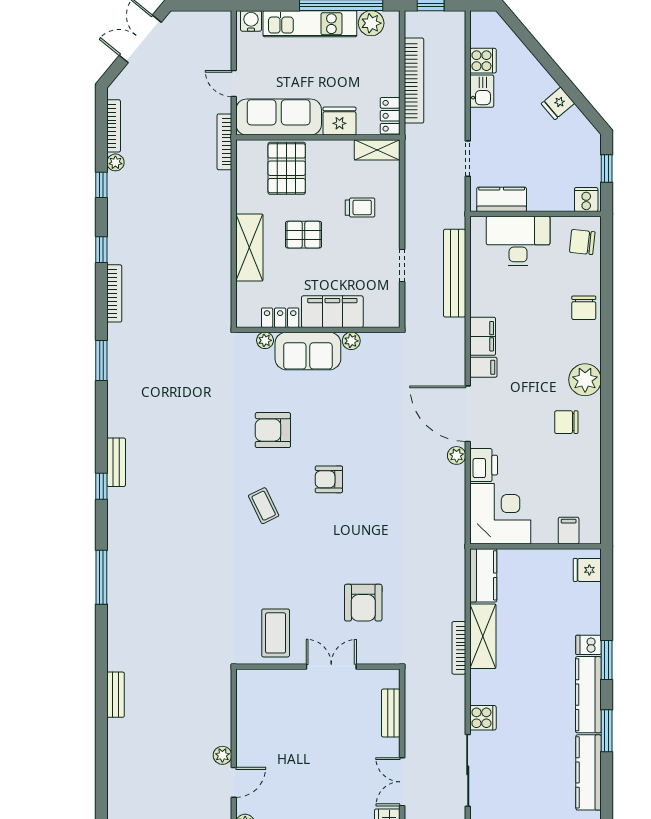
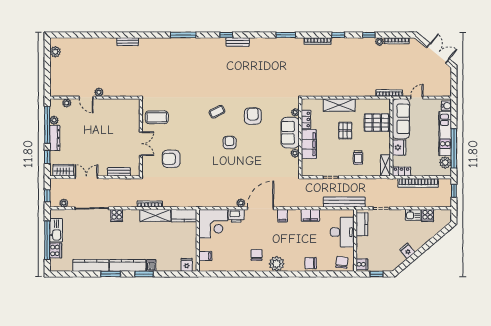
bench: (455, 273) -> (344, 202), moved
filing cabinet: (483, 336) -> (310, 215), moved

